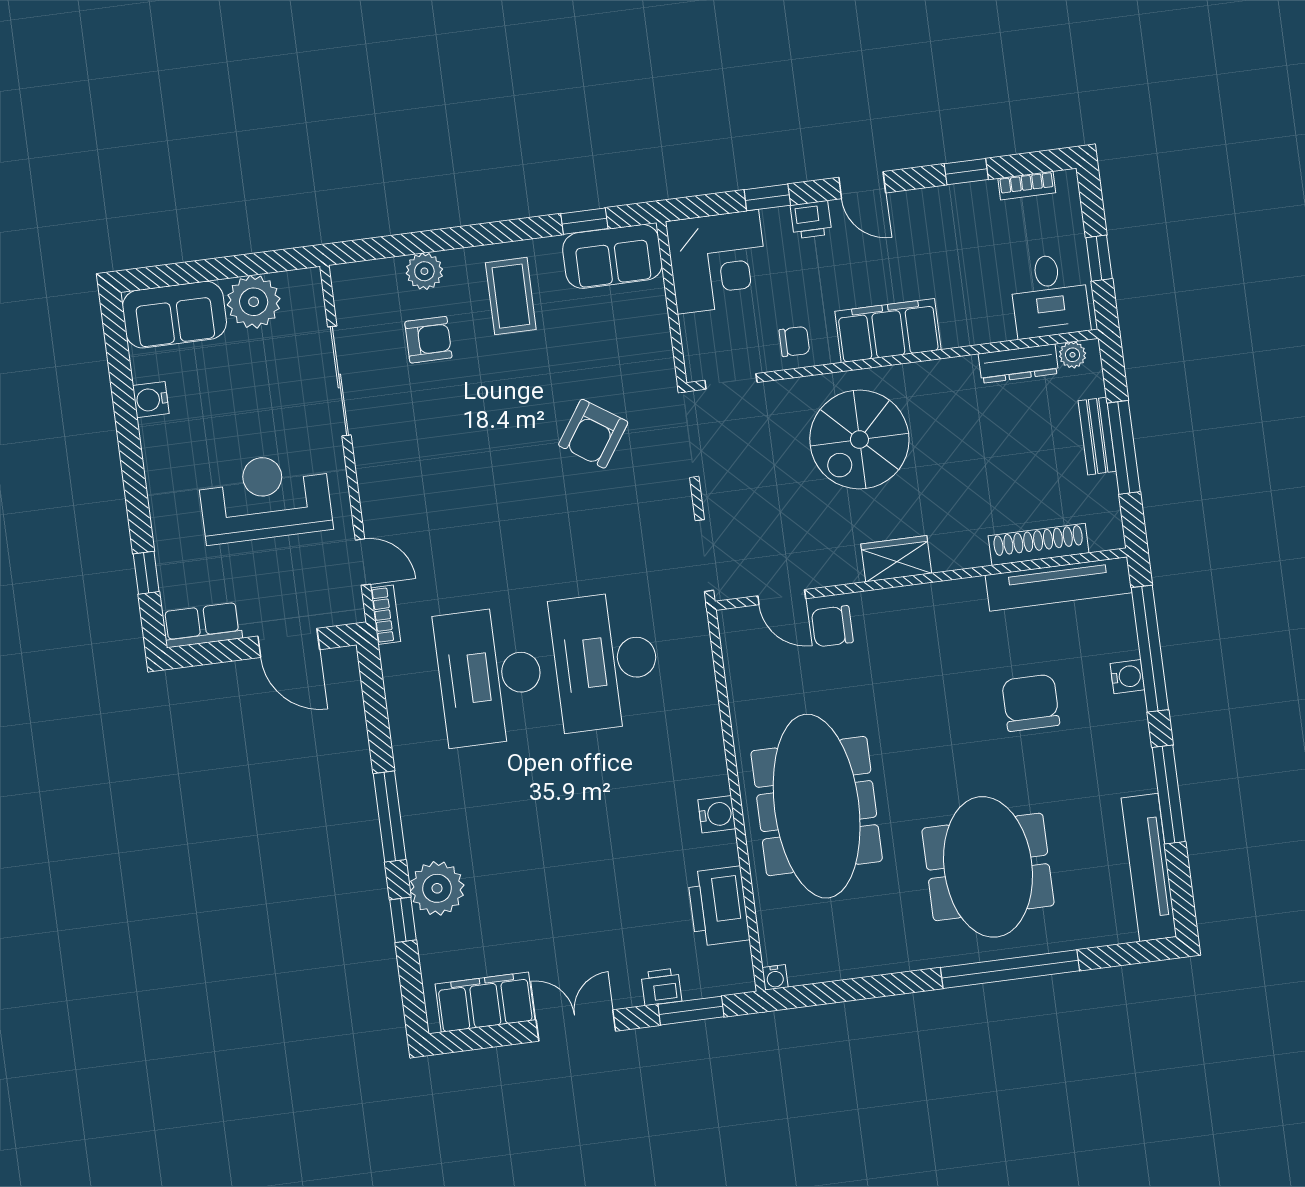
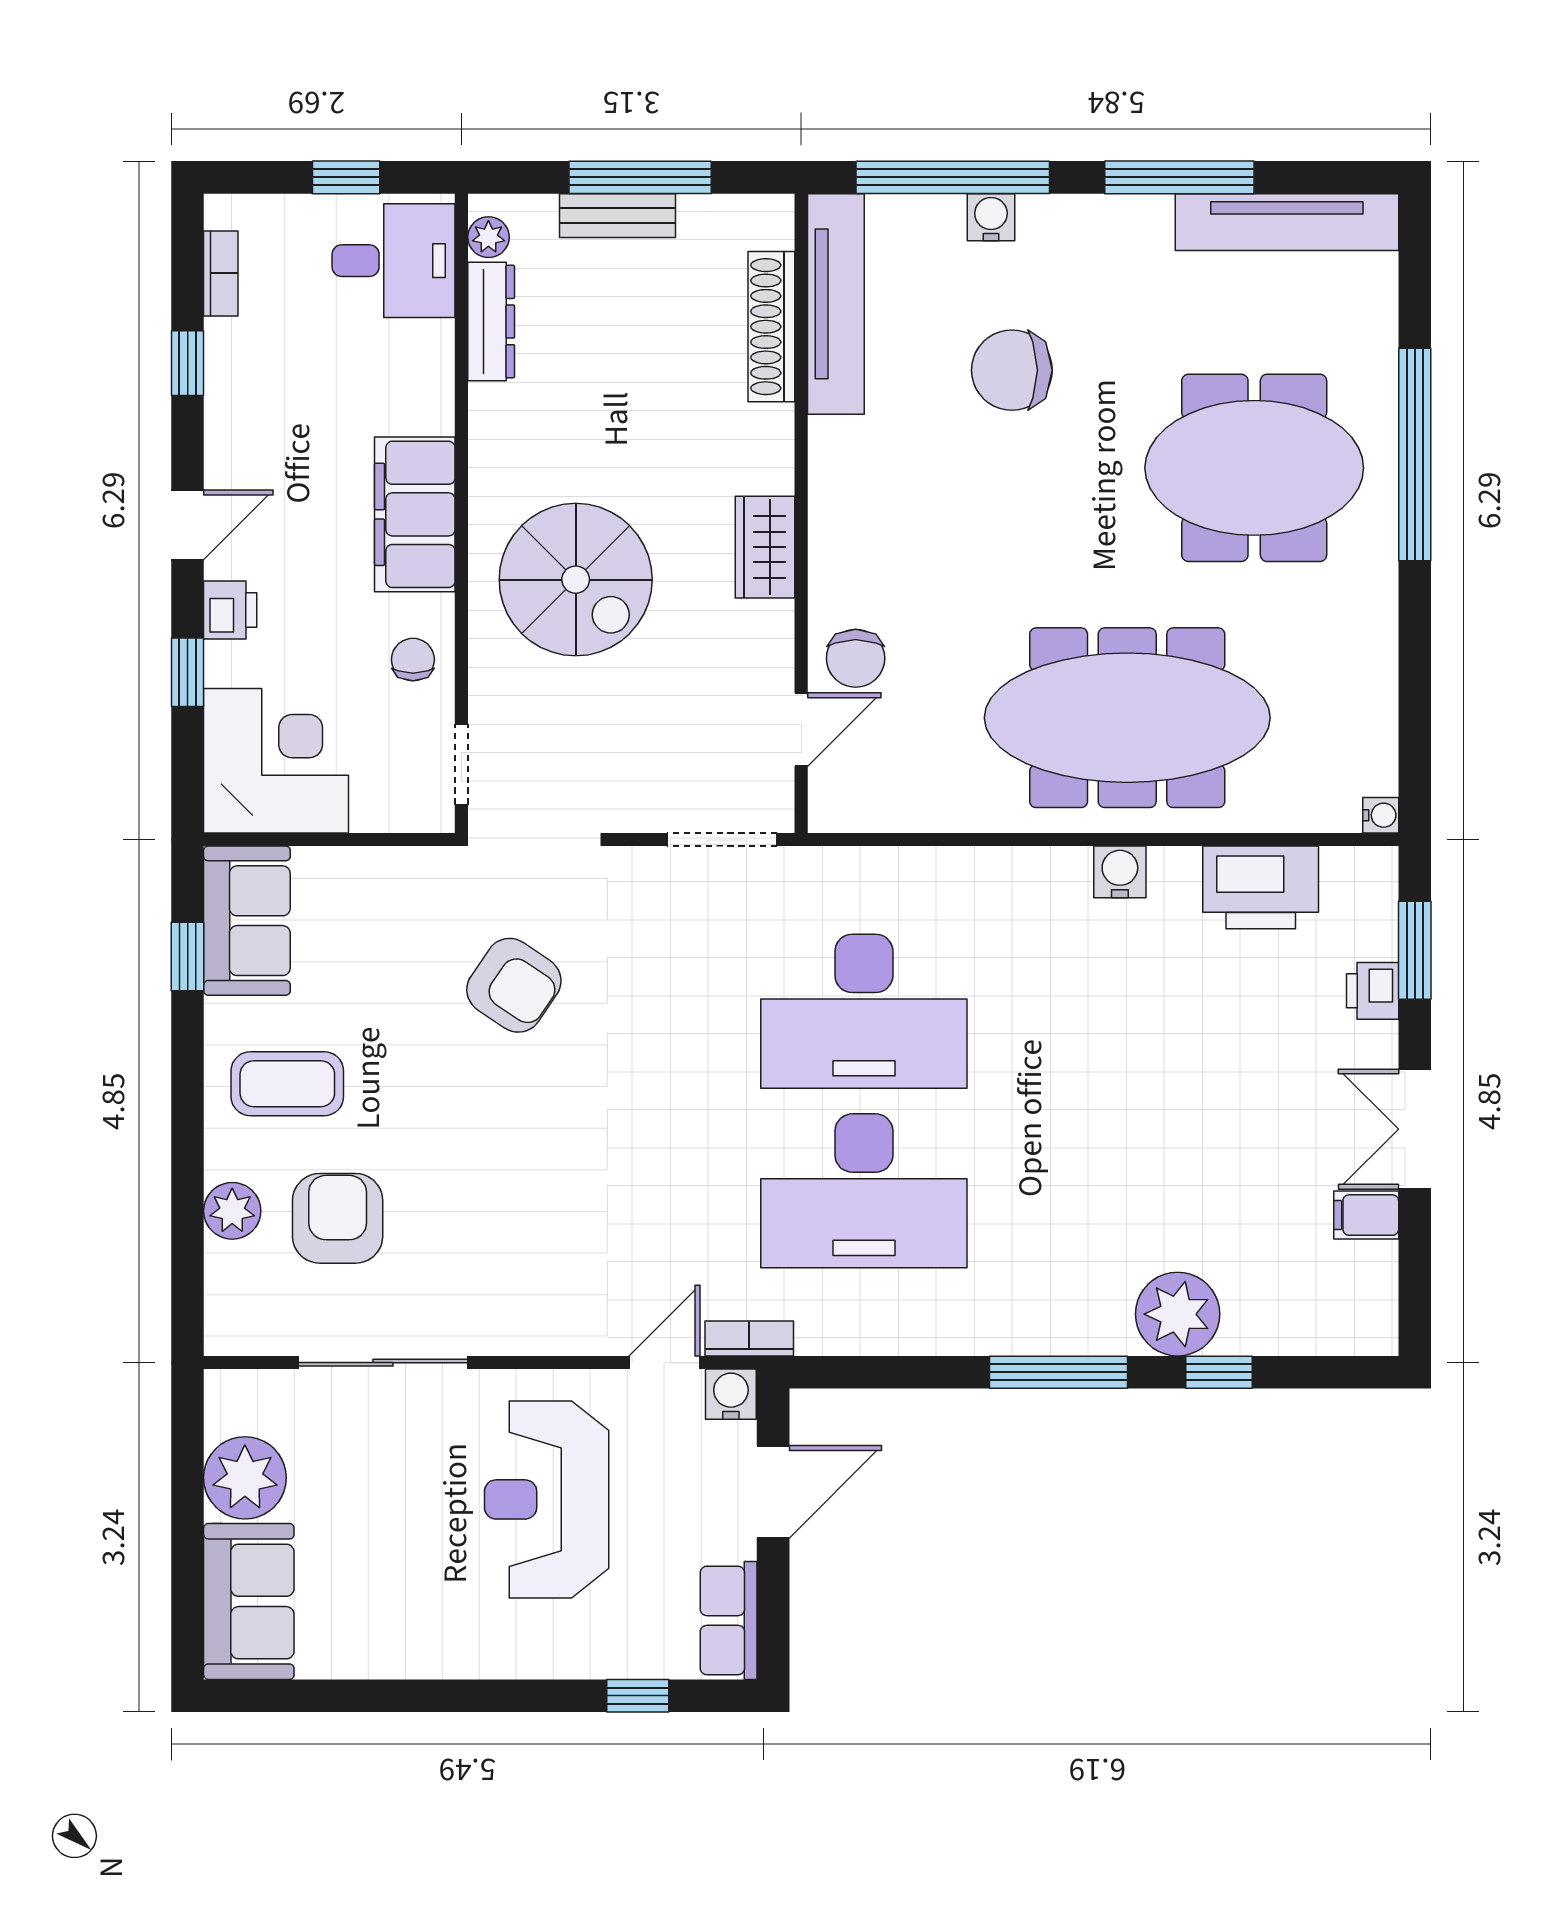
armchair: (428, 340) -> (338, 1218), width x1.38, depth x1.38
water cooler: (151, 400) -> (731, 1394), moved, turned 180
filing cabinet: (485, 1002) -> (1366, 1215), width x0.33, depth x0.86

